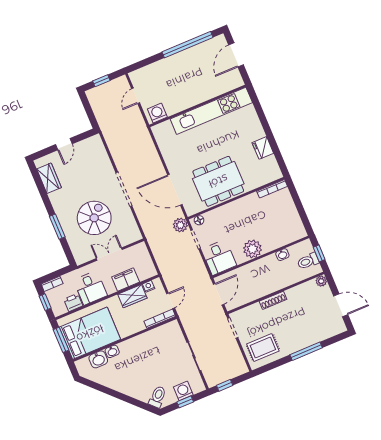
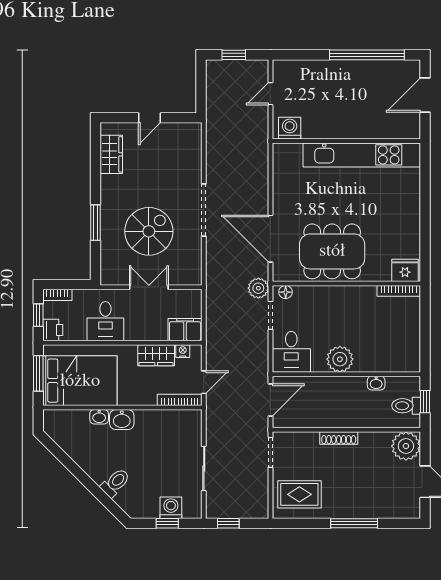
fridge: (263, 148) -> (405, 270), moved, turned 90
filing cabinet: (126, 280) -> (185, 330), moved
plant: (321, 281) -> (406, 446), width x1.87, depth x1.87
printer: (73, 302) -> (53, 330), moved, turned 90
washbasin: (98, 359) -> (122, 420), moved
toilet: (158, 397) -> (115, 483), moved

